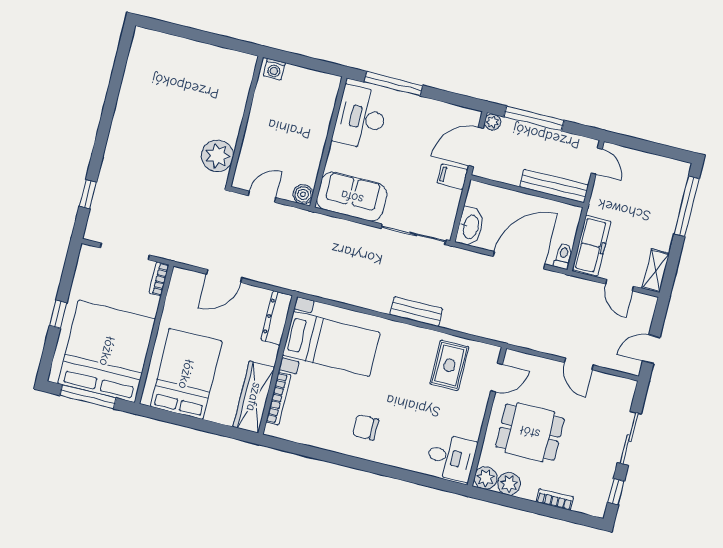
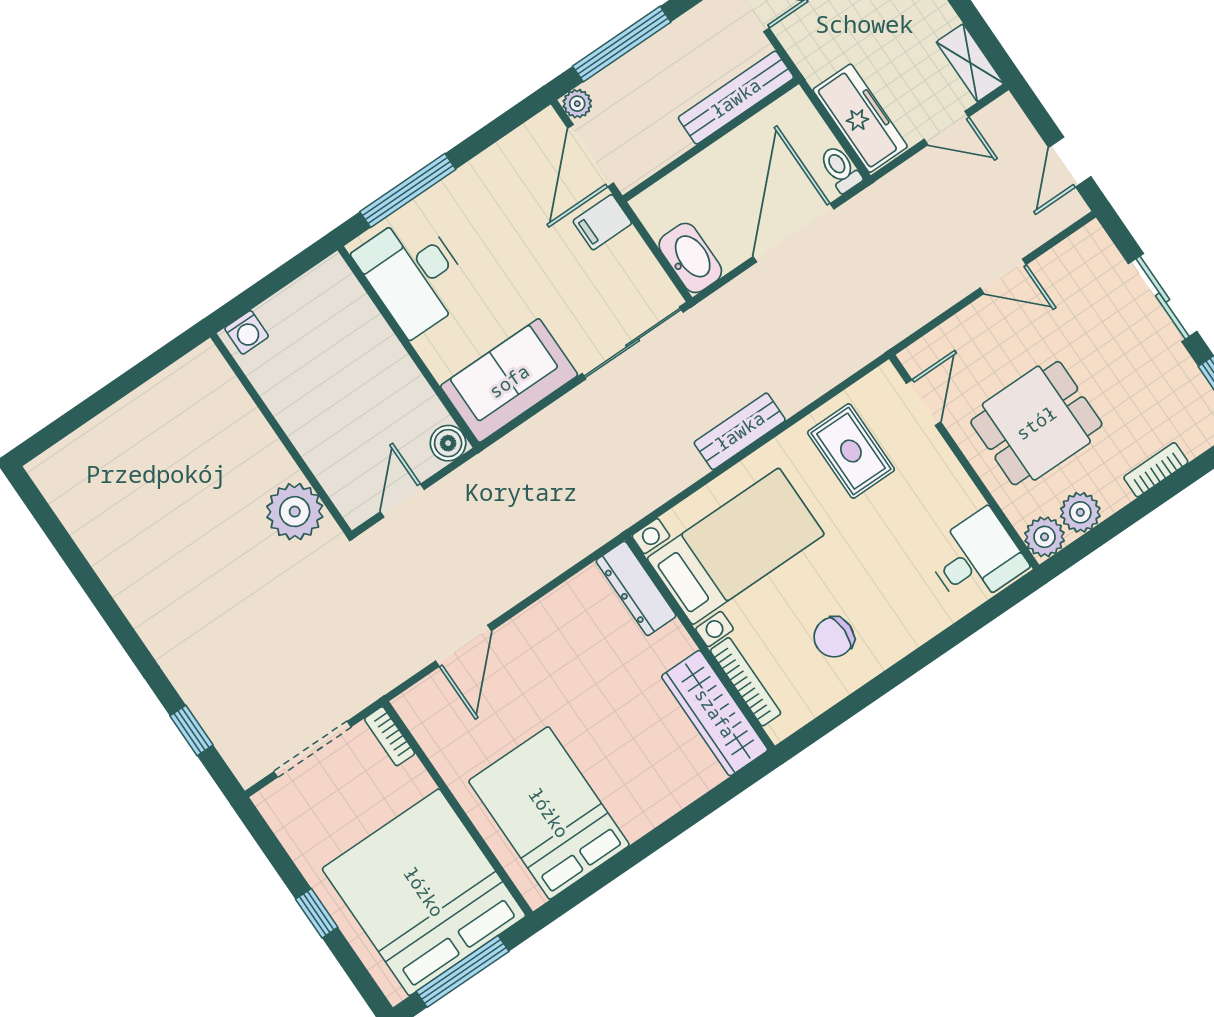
dresser: (277, 318) -> (636, 588), moved
bed with nightstands: (331, 344) -> (736, 546), moved
wall: (278, 365) -> (700, 643), moved
wardrobe: (254, 397) -> (715, 713), moved
bookcase: (278, 398) -> (746, 682), moved

